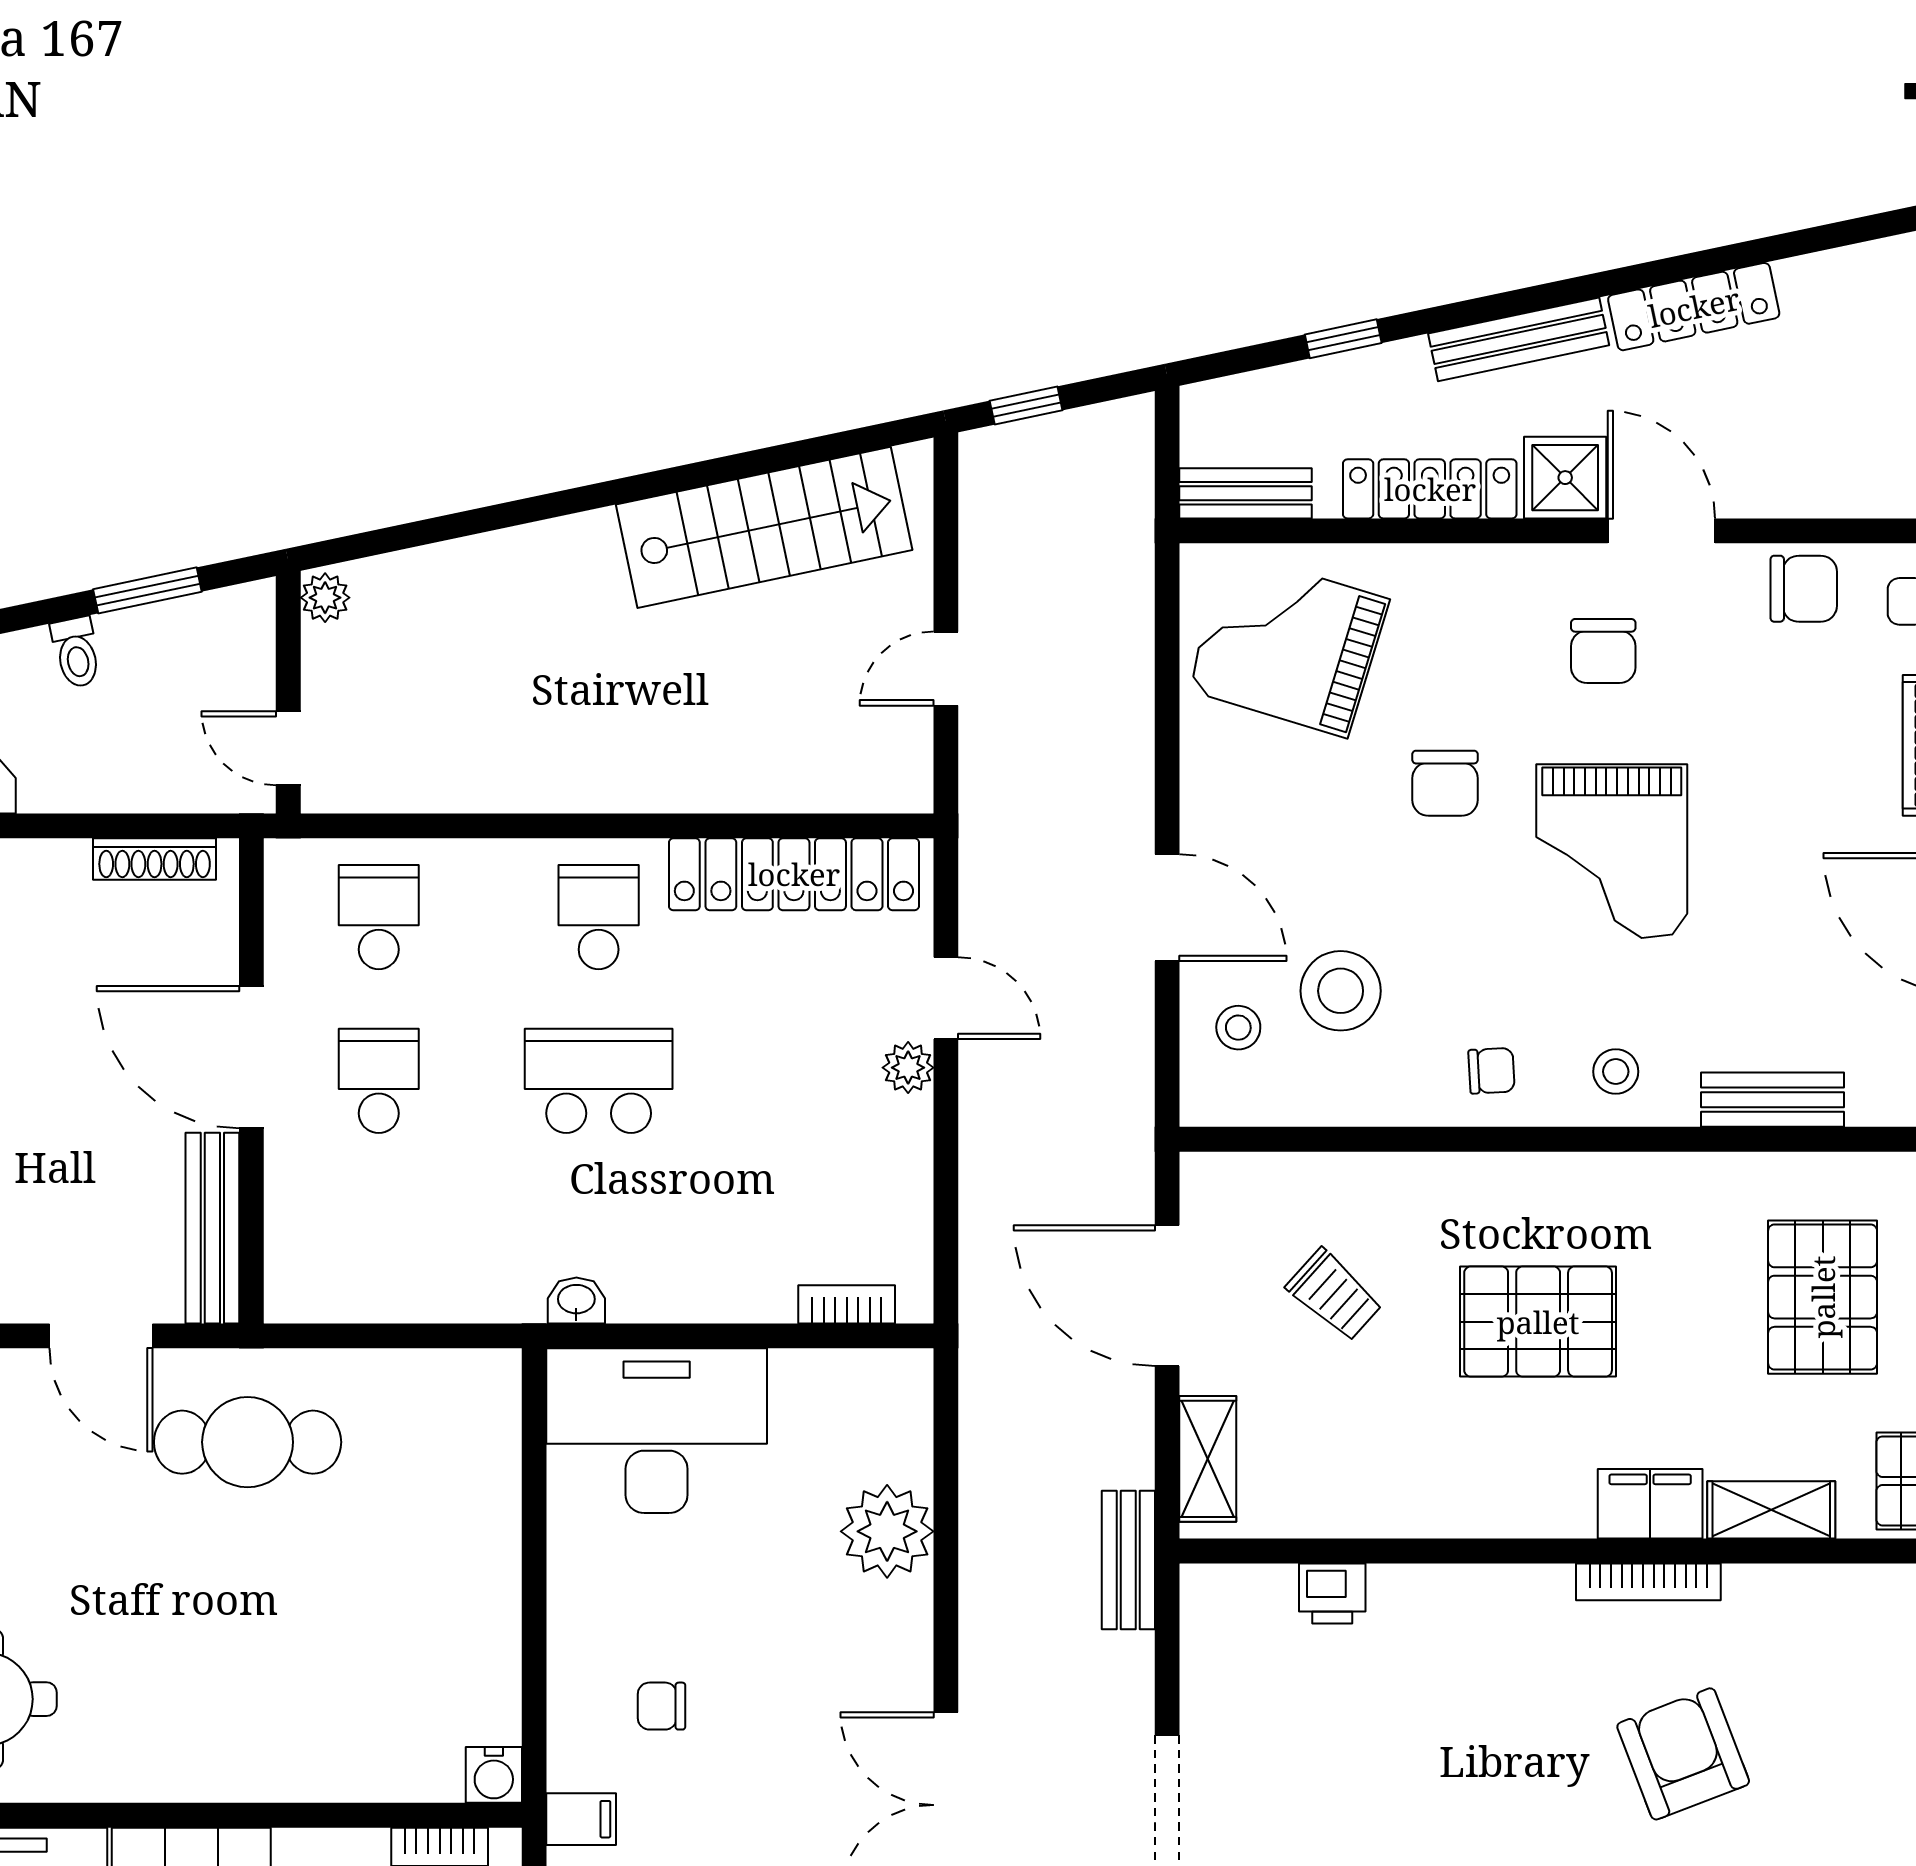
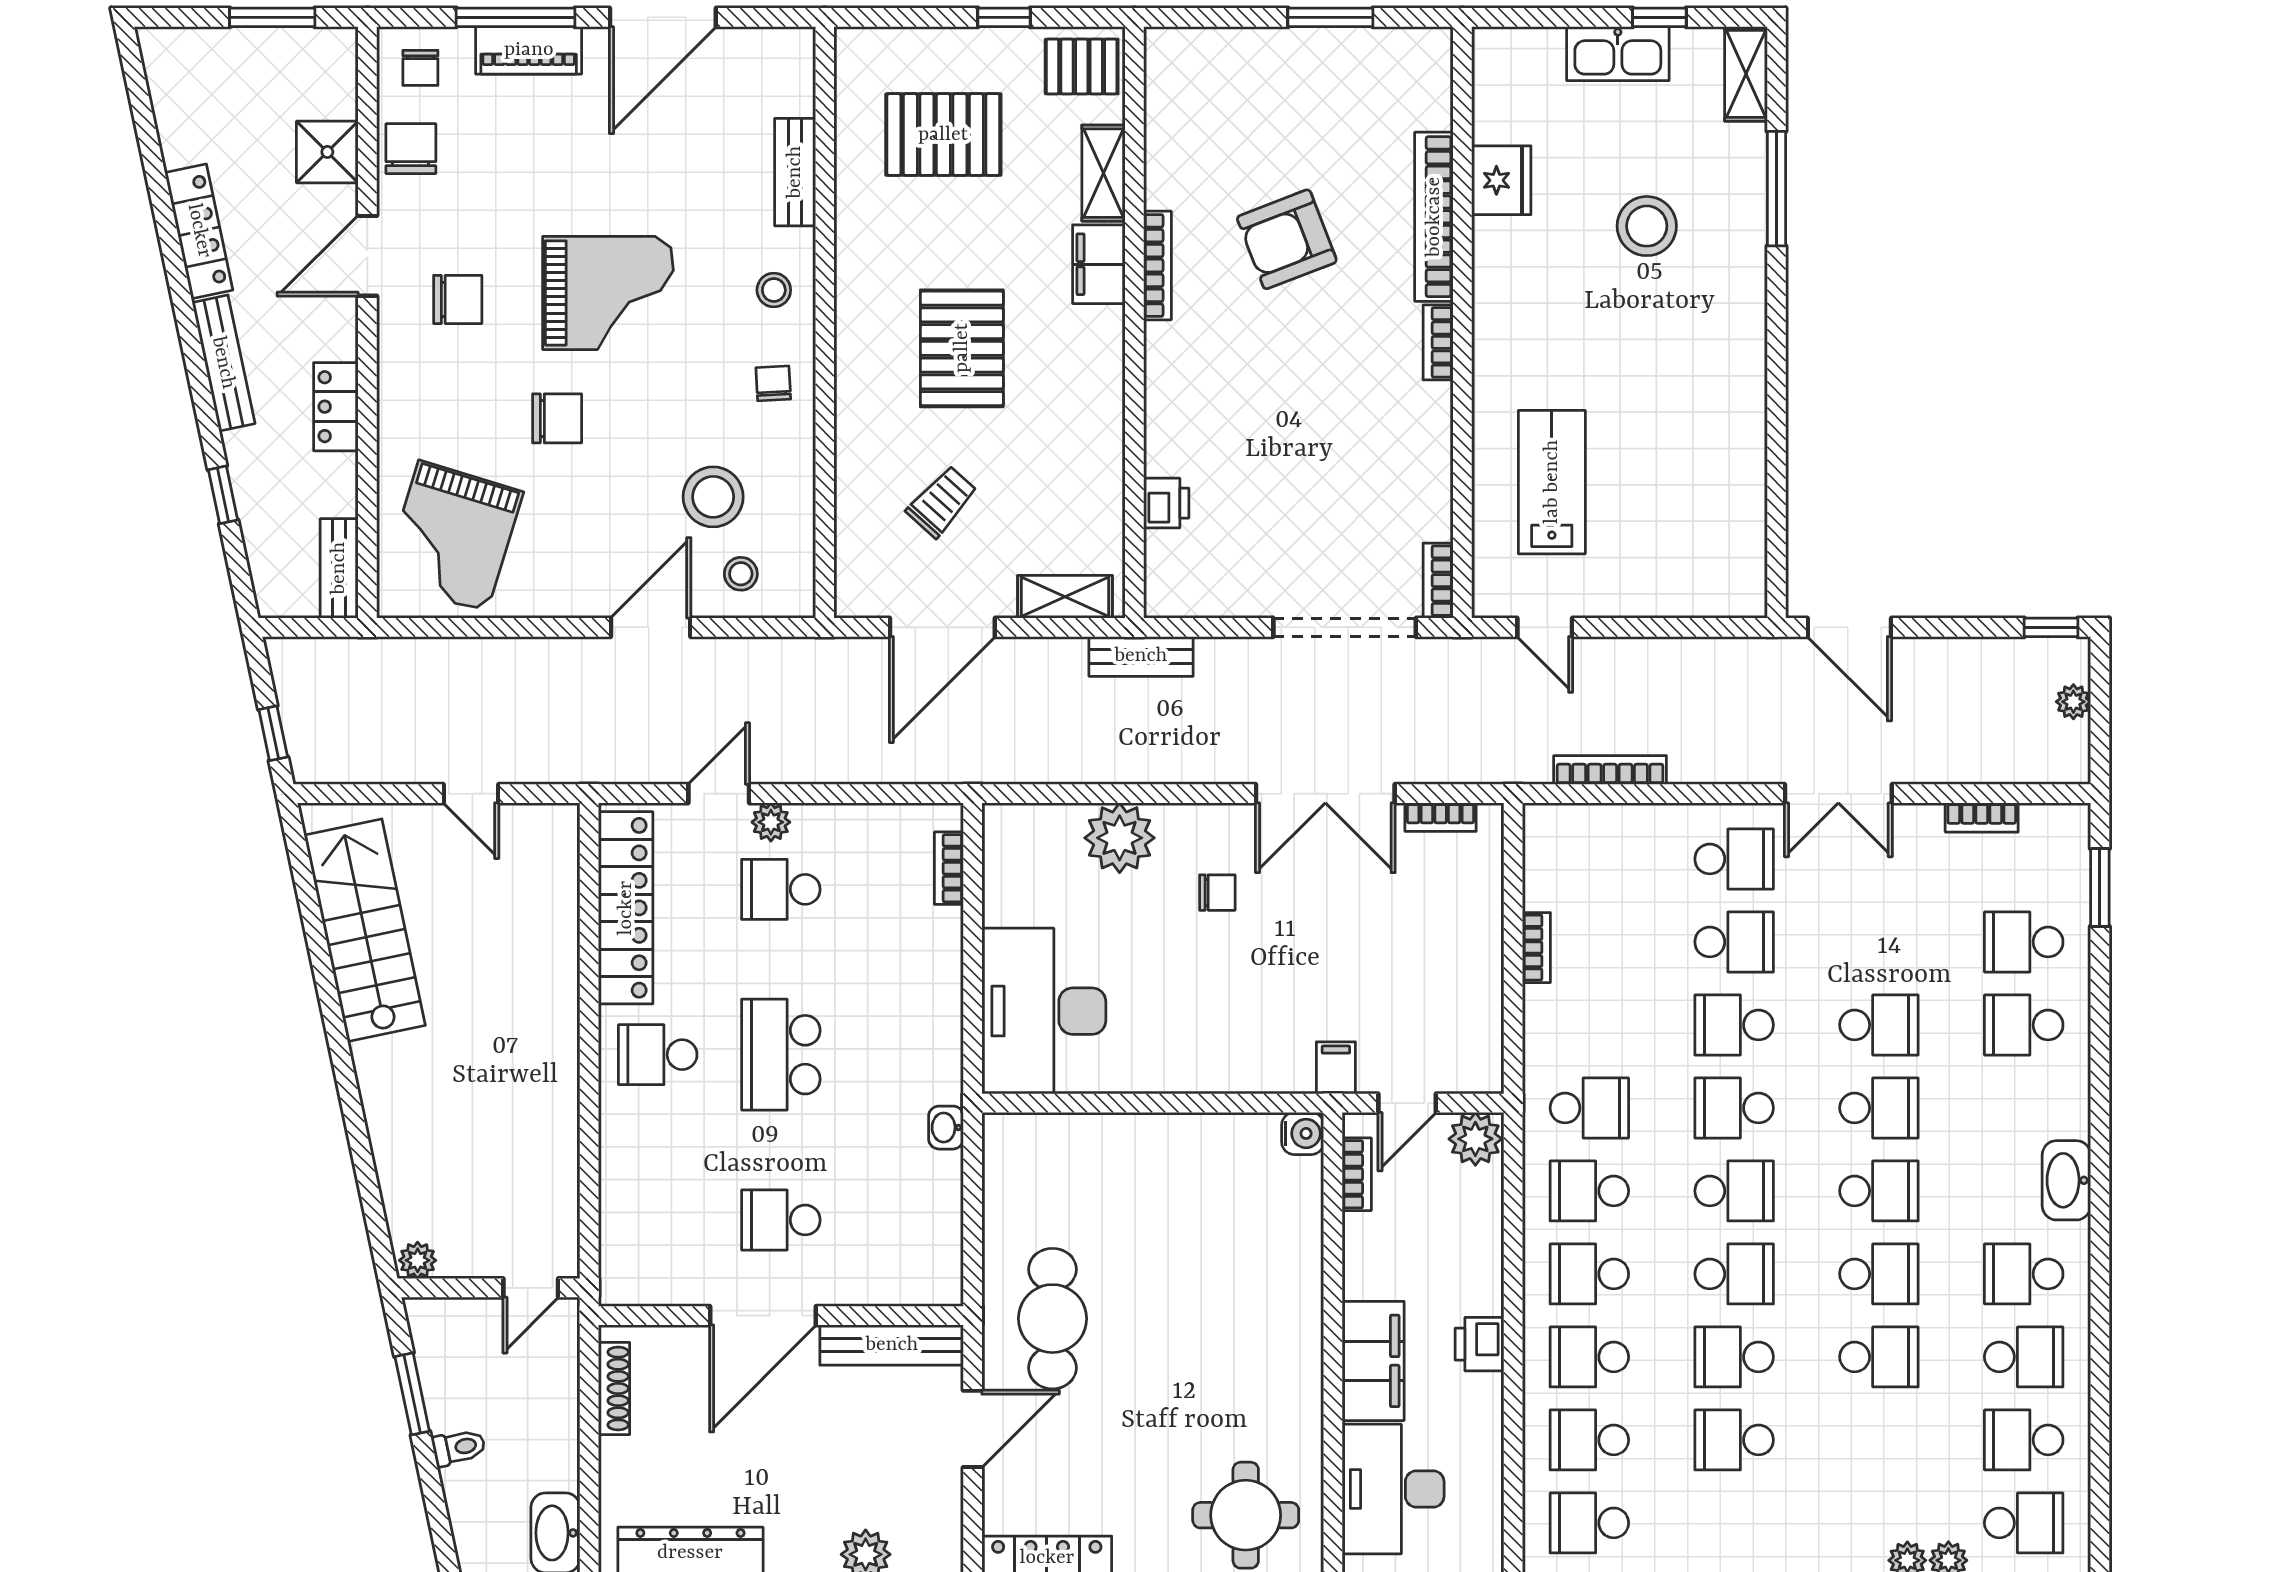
shower: (1565, 478) -> (327, 152), moved
locker: (1430, 489) -> (336, 407), width x0.66
school desk: (379, 917) -> (781, 889), moved
washbasin: (576, 1300) -> (946, 1128), moved
chair: (662, 1706) -> (1217, 893), moved, turned -90

